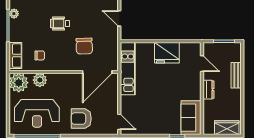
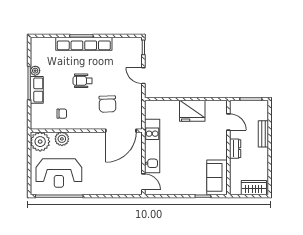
row of seats: (15, 55) -> (37, 90), moved
kitchen unit: (128, 69) -> (152, 146), moved
armchair: (81, 119) -> (104, 178), removed

